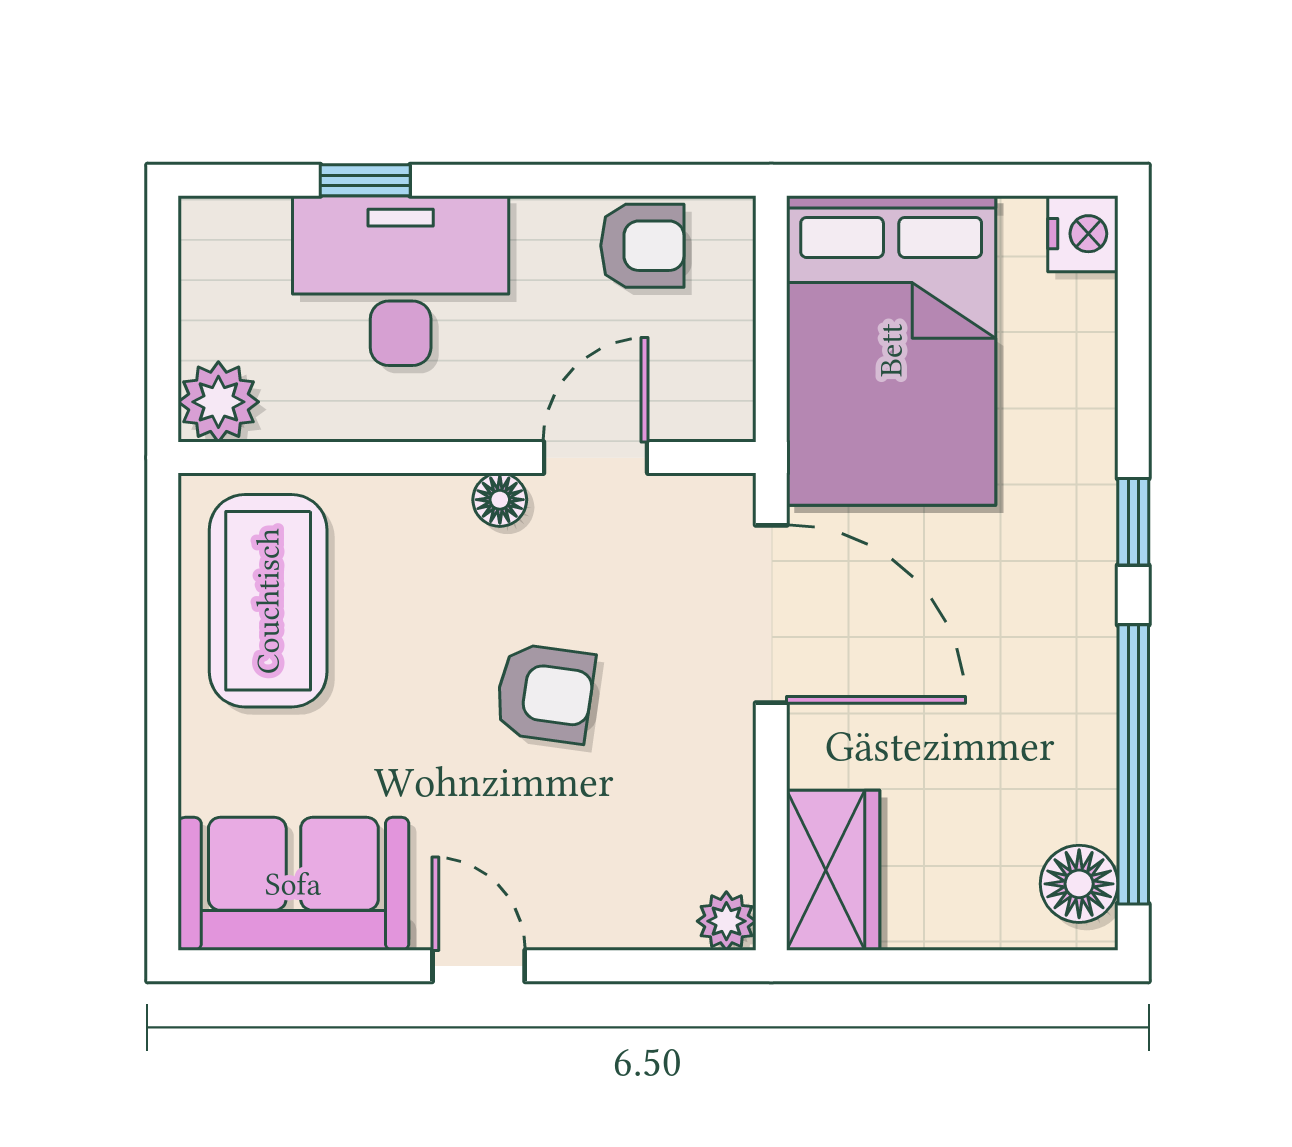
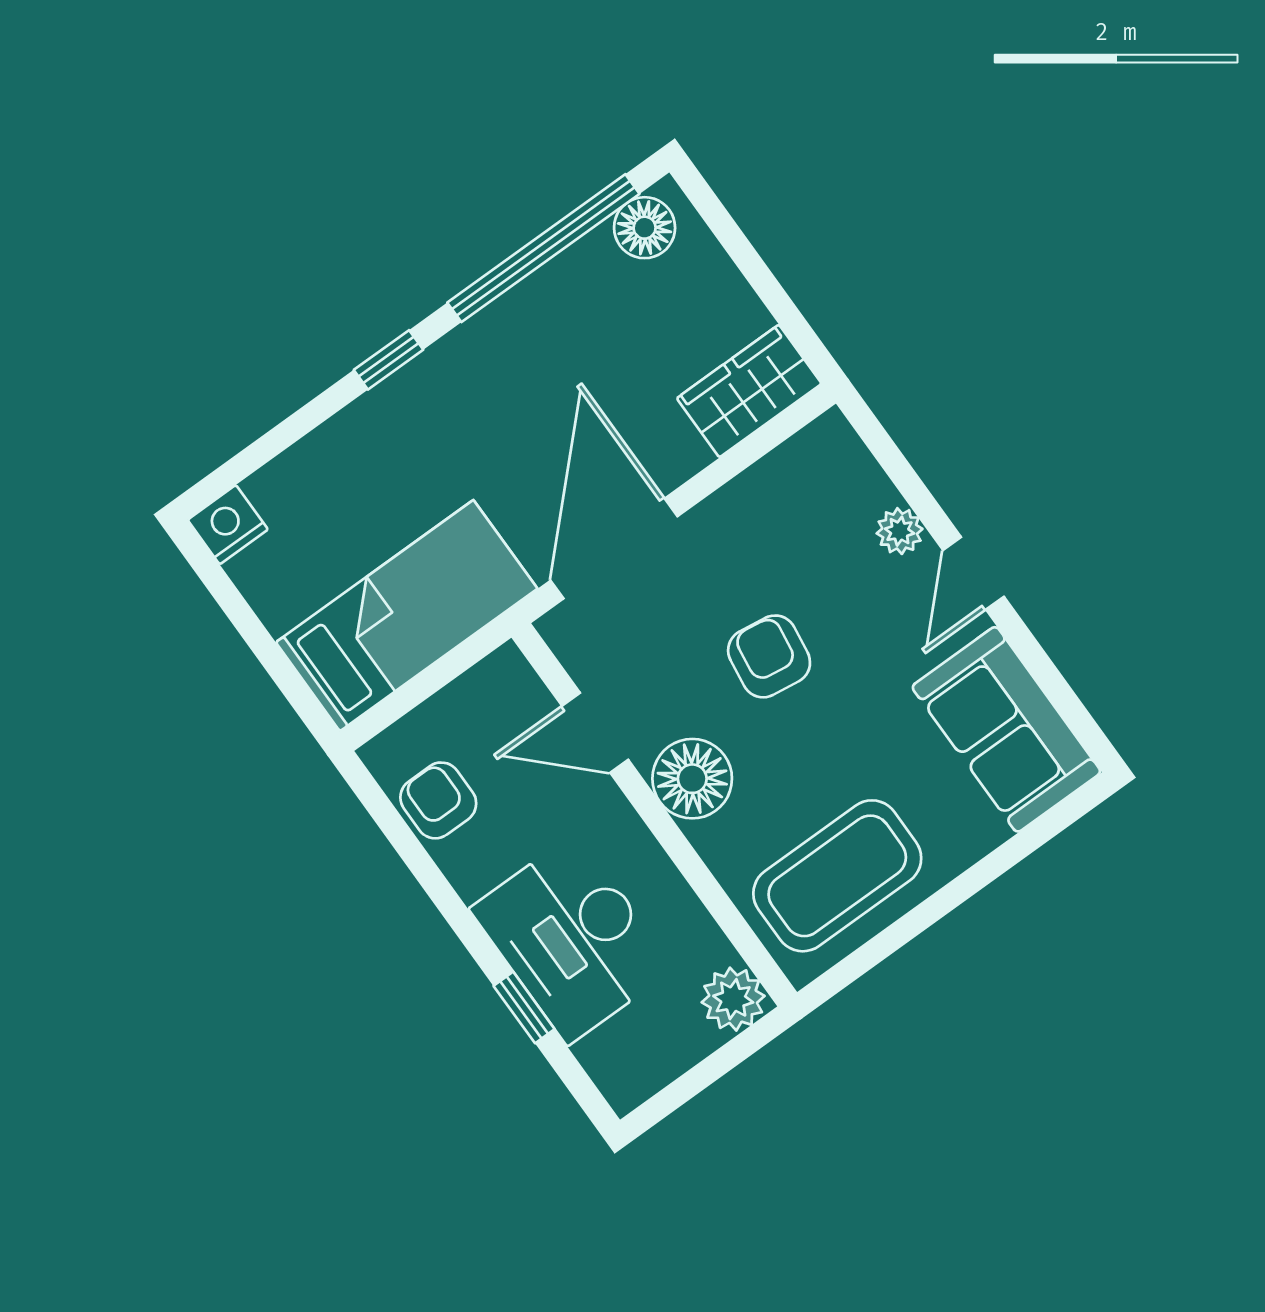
bed: (891, 350) -> (407, 616), width x0.67
floor lamp: (500, 500) -> (692, 779), width x1.89, depth x1.89
plant: (726, 921) -> (900, 531), moved

